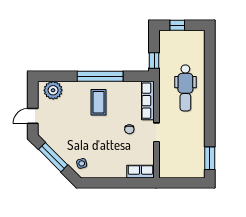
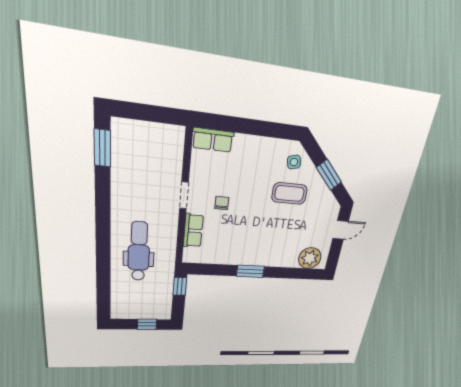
window: (100, 76) -> (250, 271), width x0.47
row of seats: (148, 101) -> (193, 231), width x0.68
coffee table: (99, 102) -> (289, 193), moved, turned 90
window: (53, 157) -> (329, 175), width x0.69

